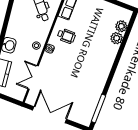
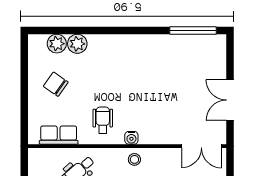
chair: (98, 17) -> (56, 84), added
double door: (33, 77) -> (201, 146), moved
double door: (50, 115) -> (230, 100), width x0.73

